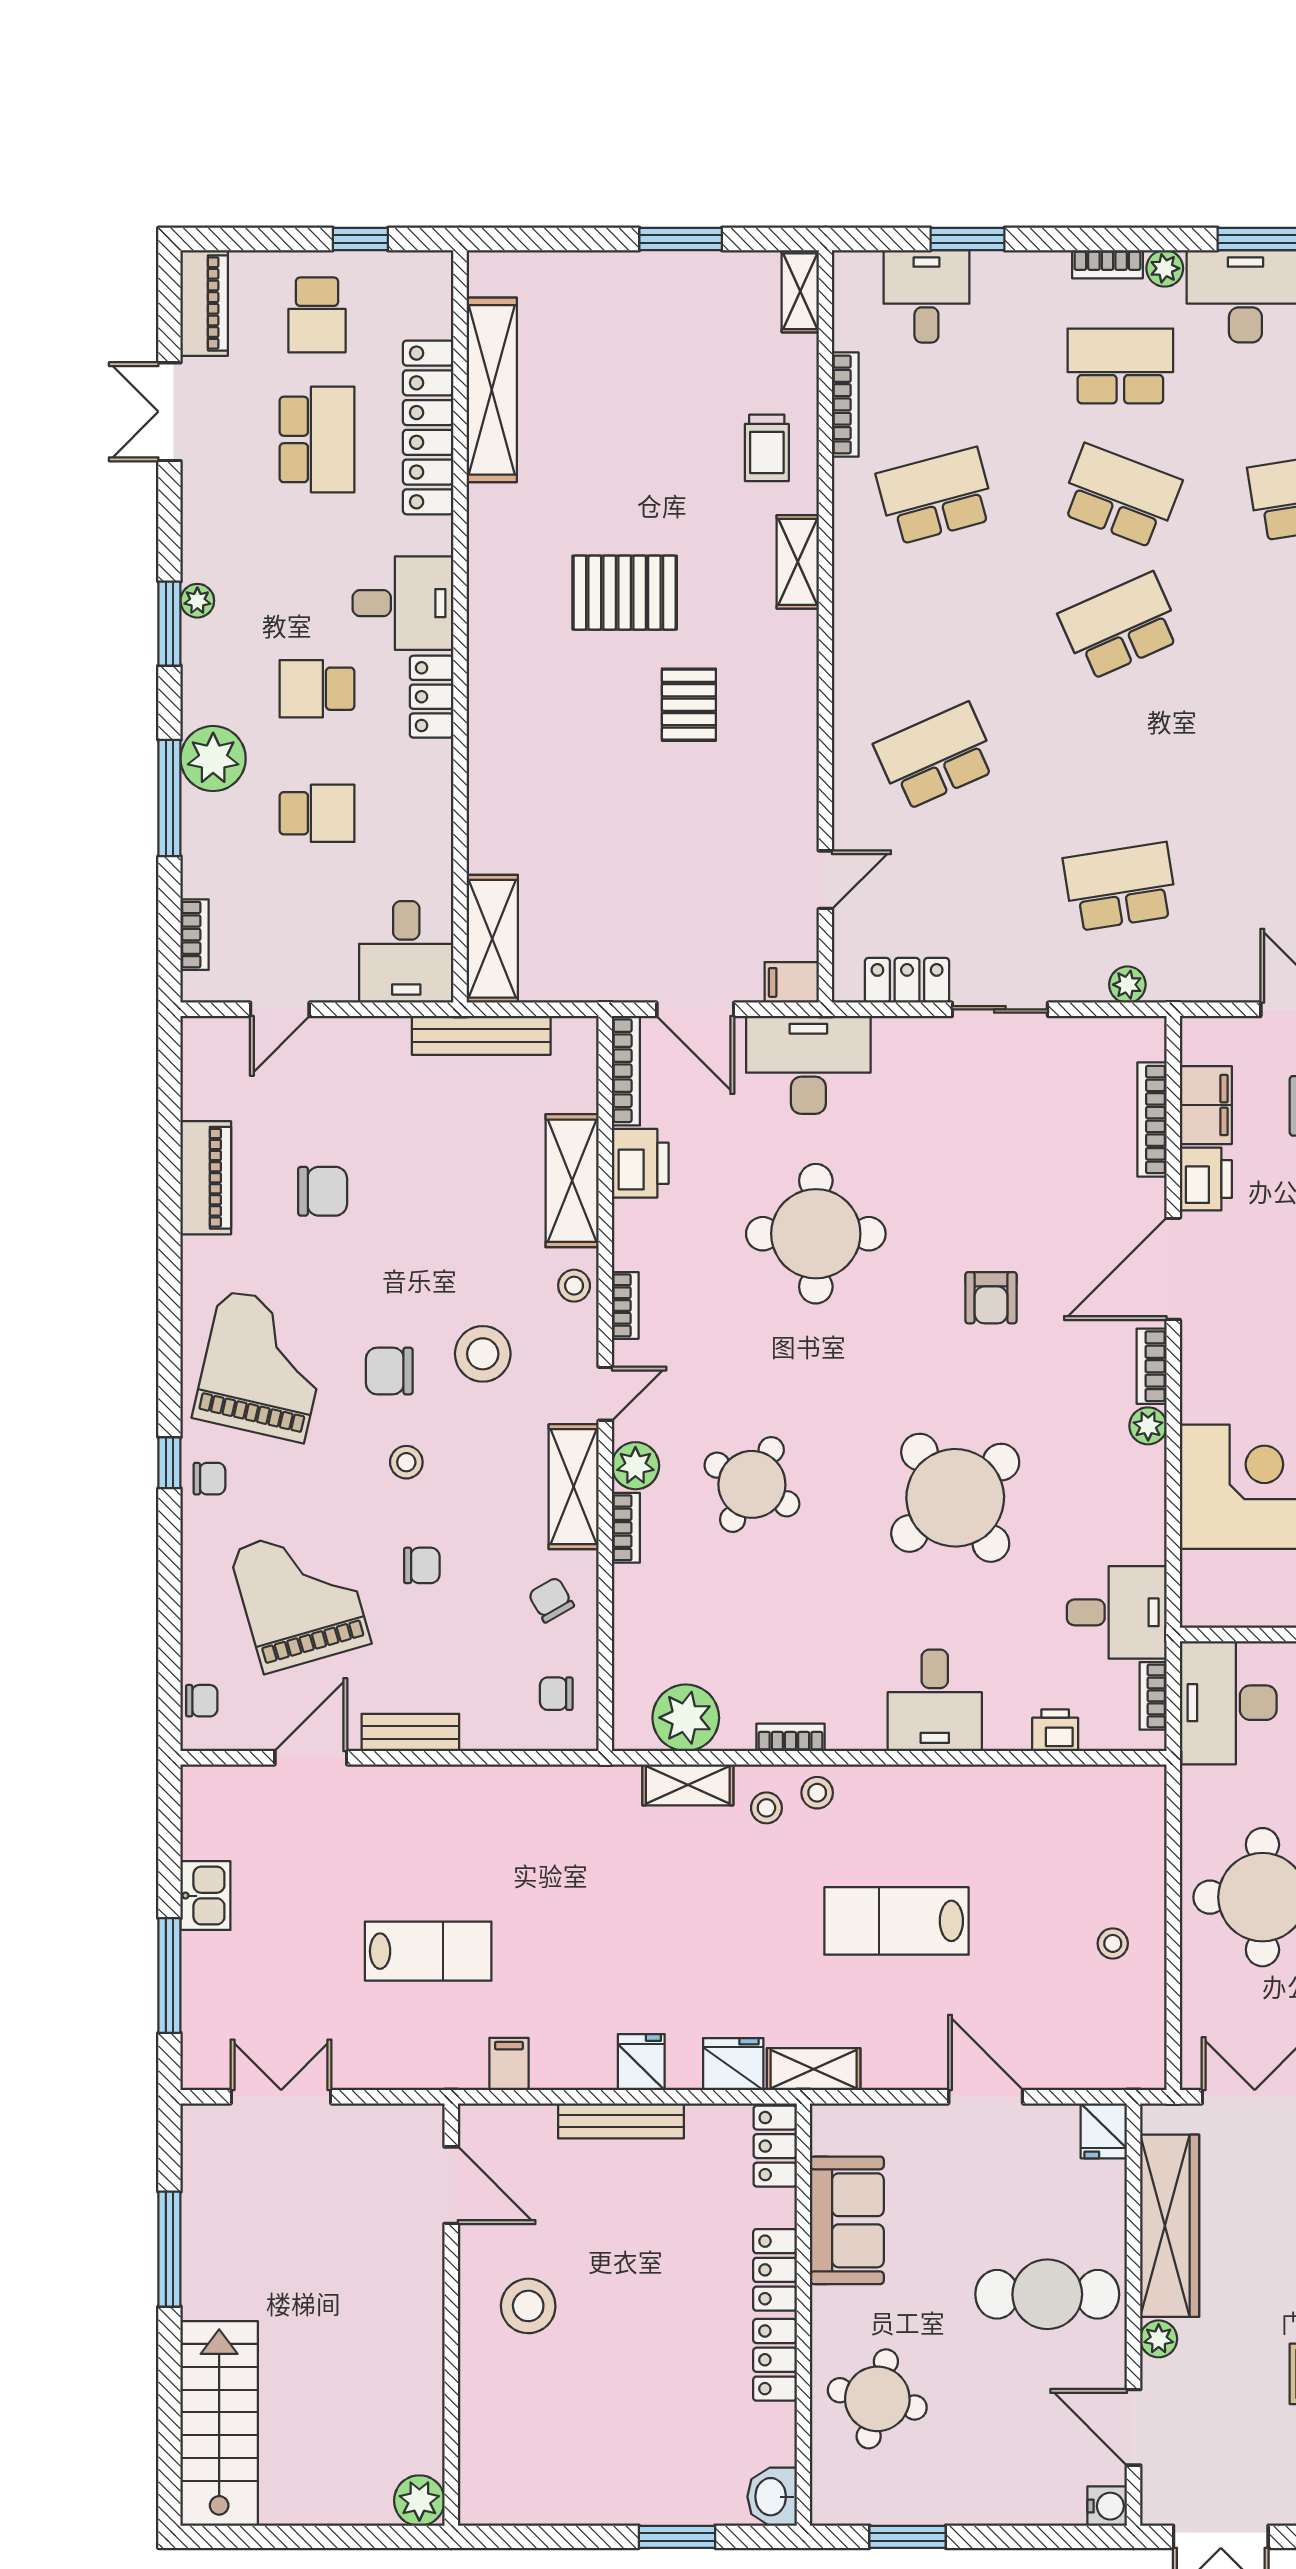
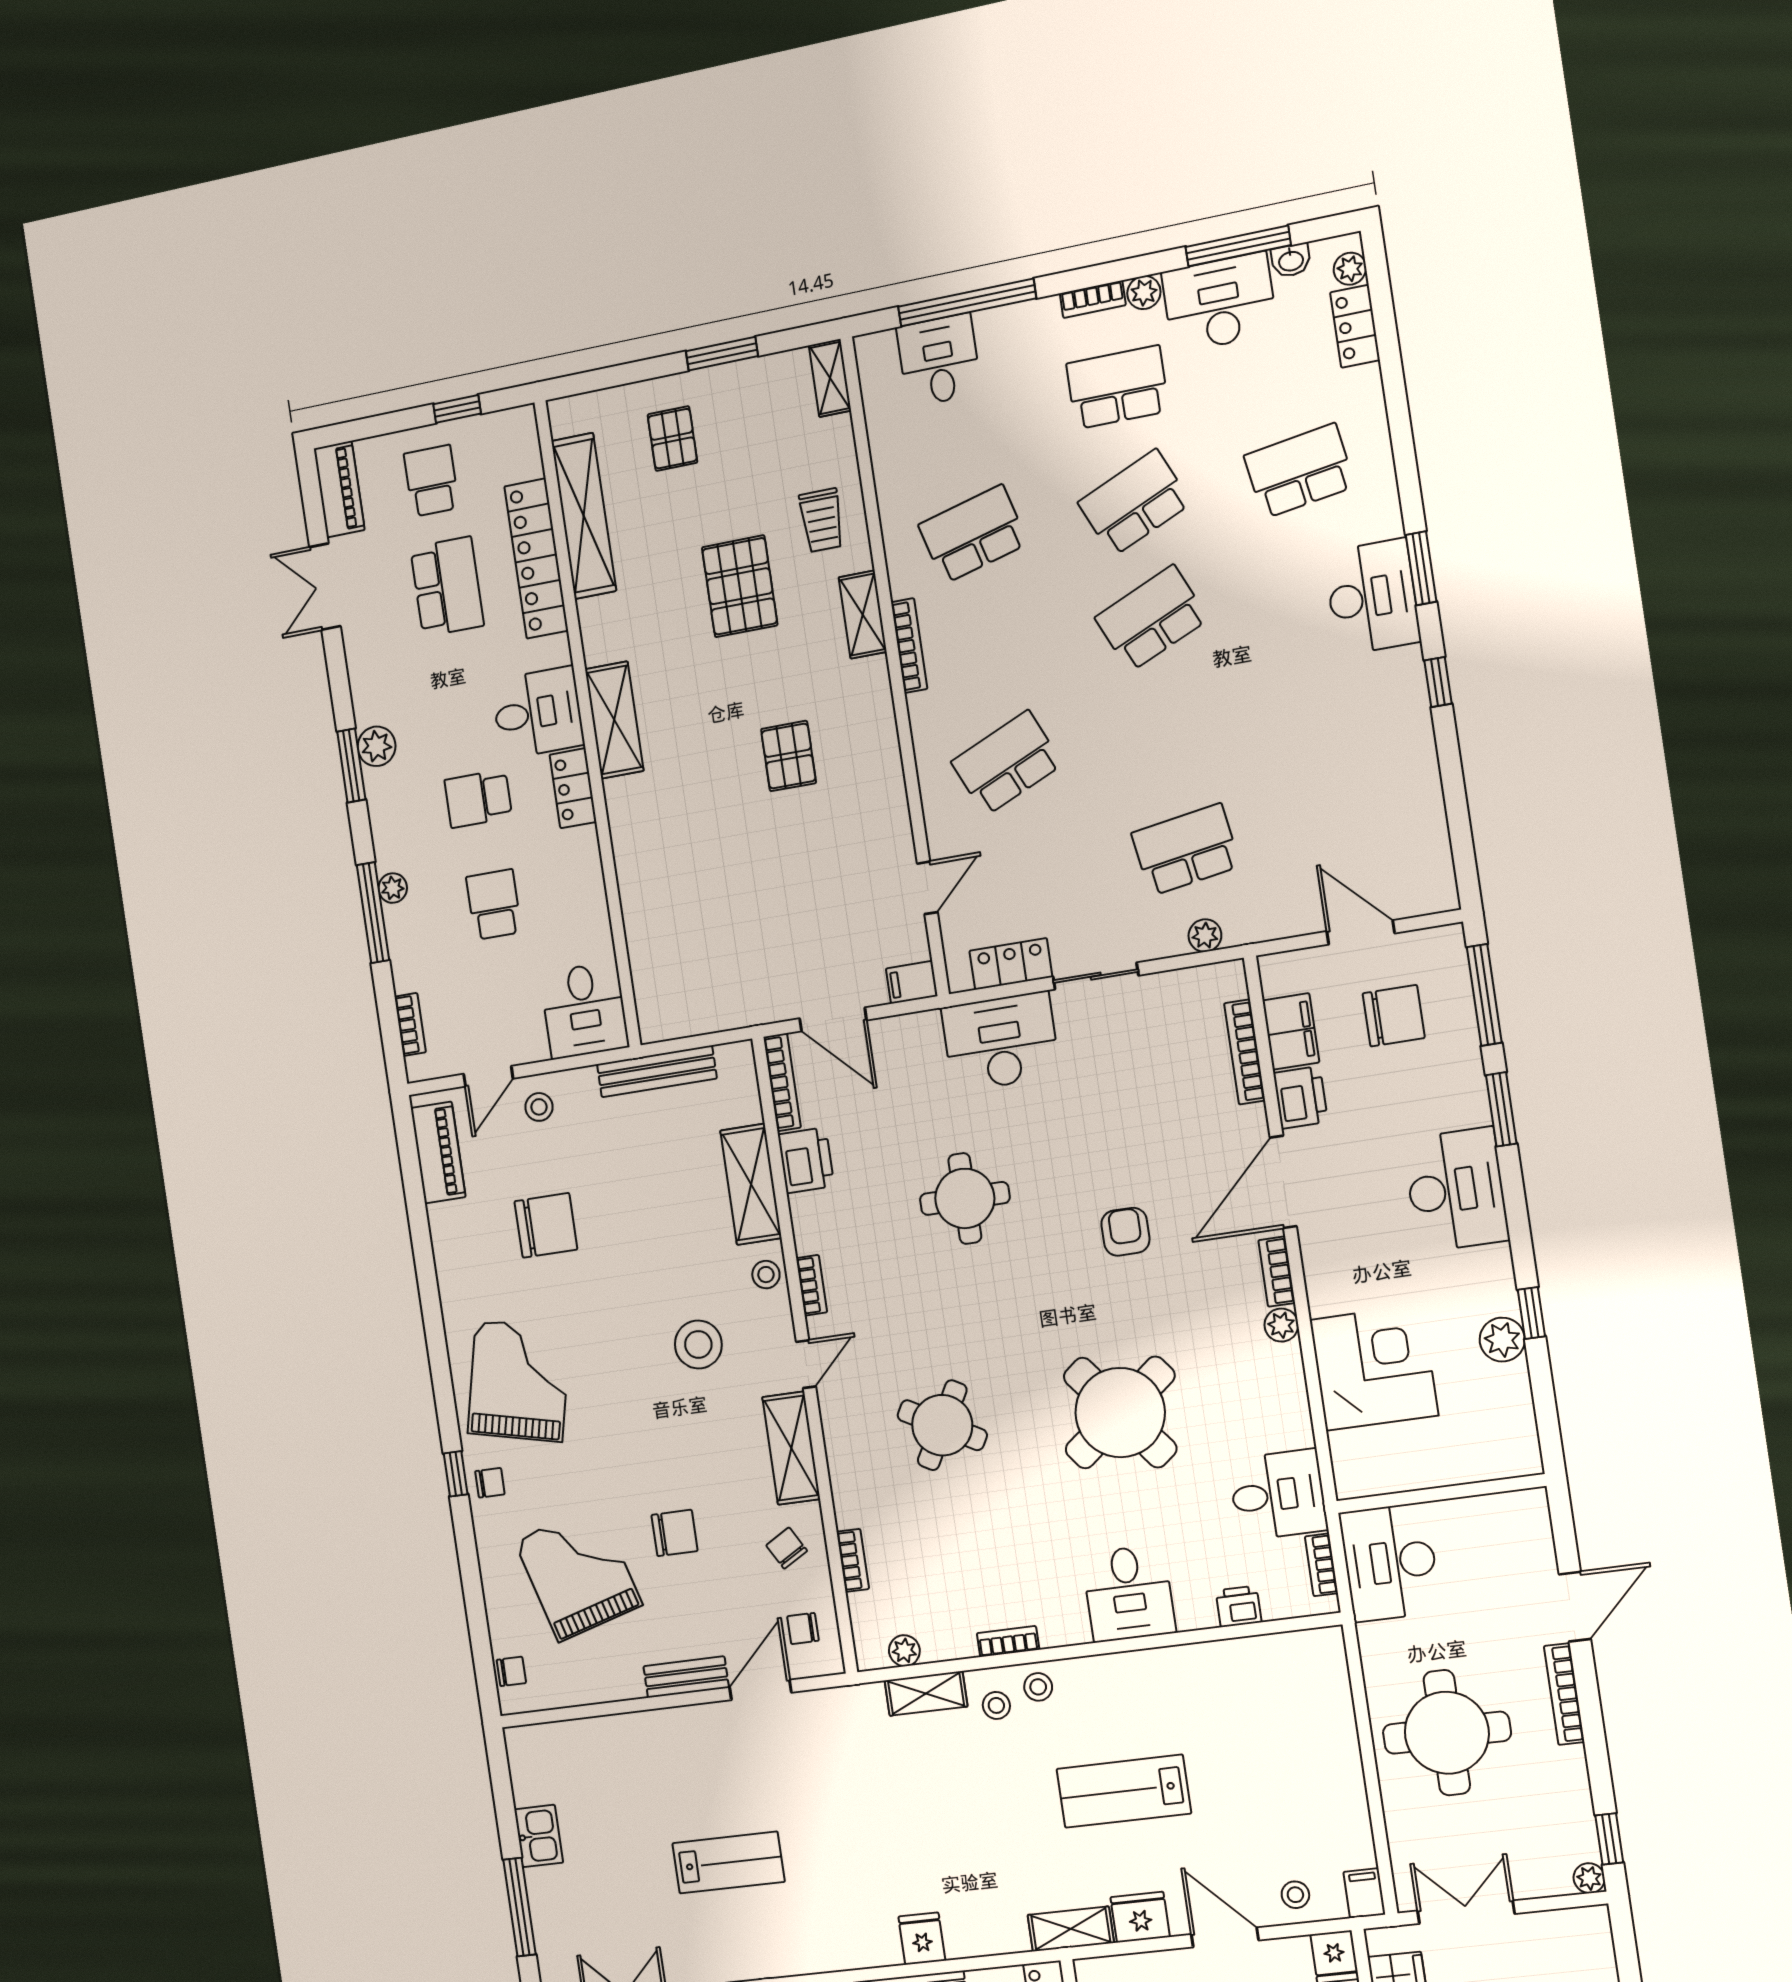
window: (967, 239) -> (967, 303), width x2.11
school desk: (317, 315) -> (431, 481), turned 180
pallet: (609, 323) -> (672, 439), added
bookcase: (845, 404) -> (909, 646), moved
school desk: (1120, 496) -> (1135, 503), turned -45
pallet: (625, 593) -> (740, 586), moved, turned 90
plant: (197, 601) -> (377, 746), width x1.38, depth x1.38
plant: (213, 759) -> (393, 888), width x0.53, depth x0.53
school desk: (317, 813) -> (494, 905), turned -90
shelving: (492, 939) -> (614, 720), moved
desk: (808, 1065) -> (1001, 1042), moved
piano: (206, 1178) -> (438, 1152), moved
chair: (323, 1191) -> (546, 1225), width x1.37, depth x1.37
round table: (816, 1234) -> (965, 1198), width x0.73, depth x0.73
armchair: (991, 1298) -> (1125, 1232), turned 180
chair: (389, 1371) -> (623, 1370), removed
stool: (406, 1462) -> (539, 1107), moved
plant: (635, 1466) -> (841, 1423), removed
bookcase: (626, 1528) -> (853, 1560), moved
chair: (422, 1565) -> (675, 1533), width x1.37, depth x1.37
plant: (686, 1718) -> (904, 1651), width x0.53, depth x0.53
door: (311, 1758) -> (760, 1690), moved
stool: (1113, 1943) -> (1295, 1895), moved
filing cabinet: (509, 2064) -> (1364, 1893), moved
fridge: (733, 2064) -> (1140, 1917), moved

